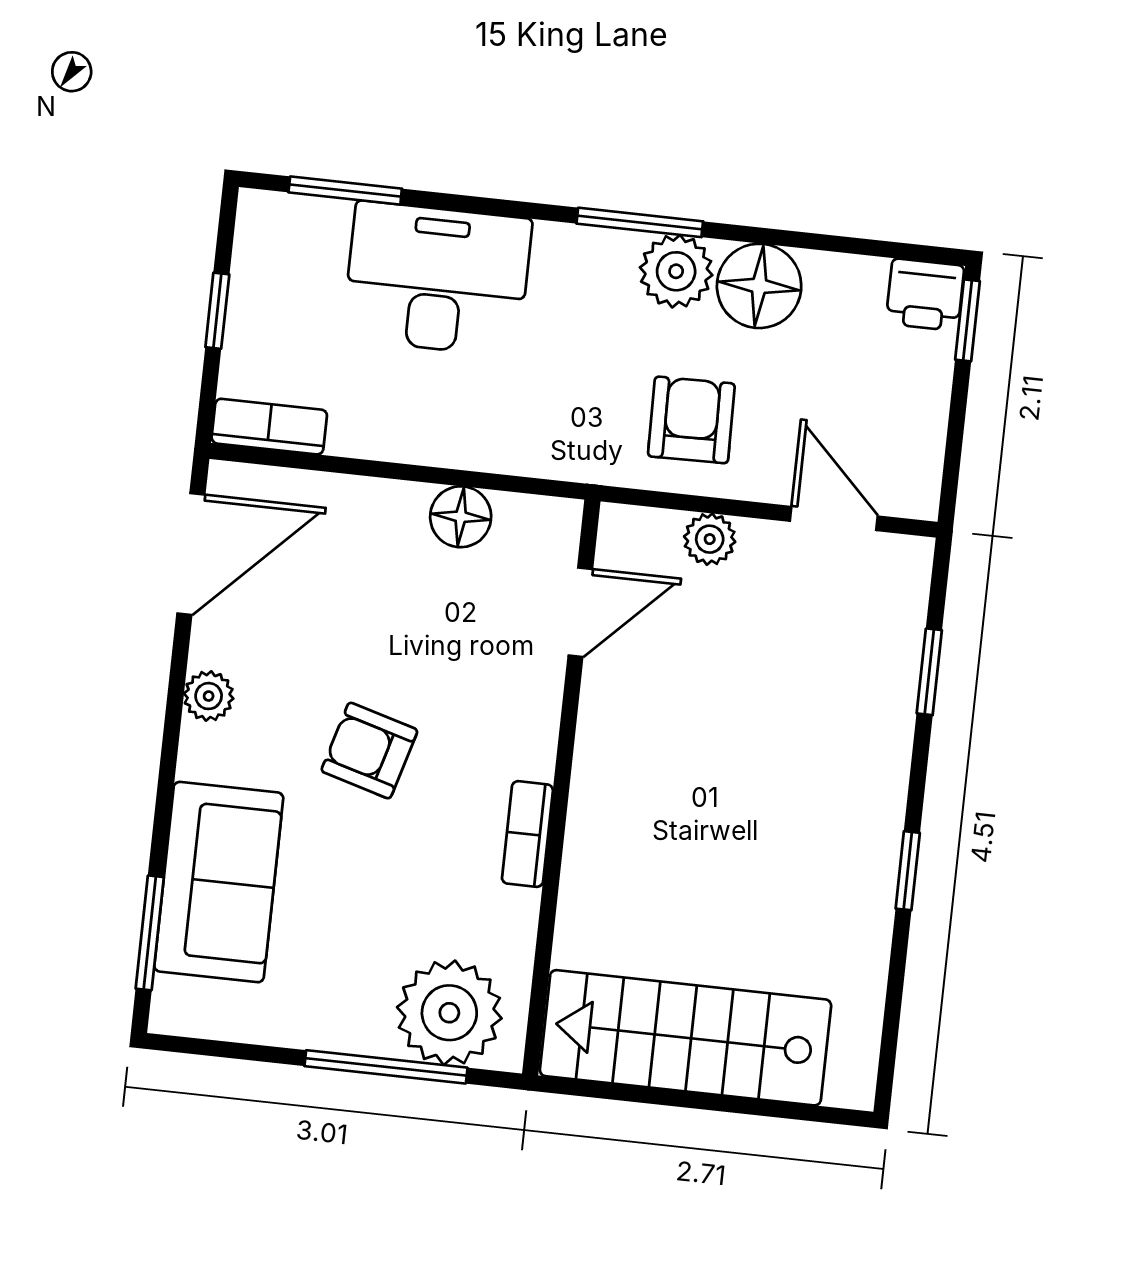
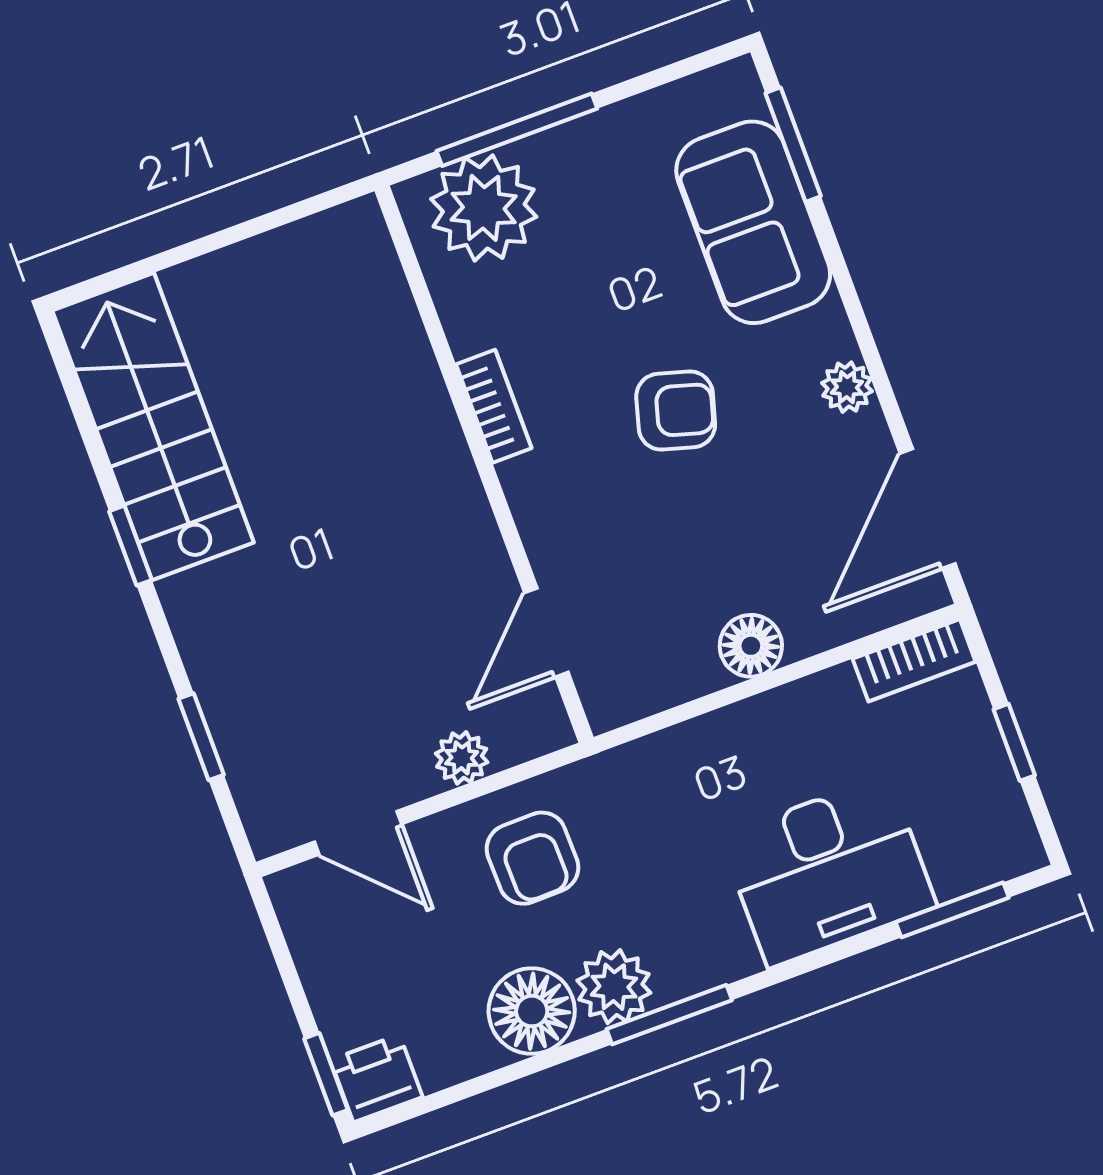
floor lamp: (461, 517) -> (751, 646), moved
stairs: (685, 1038) -> (153, 426), moved, turned -90

